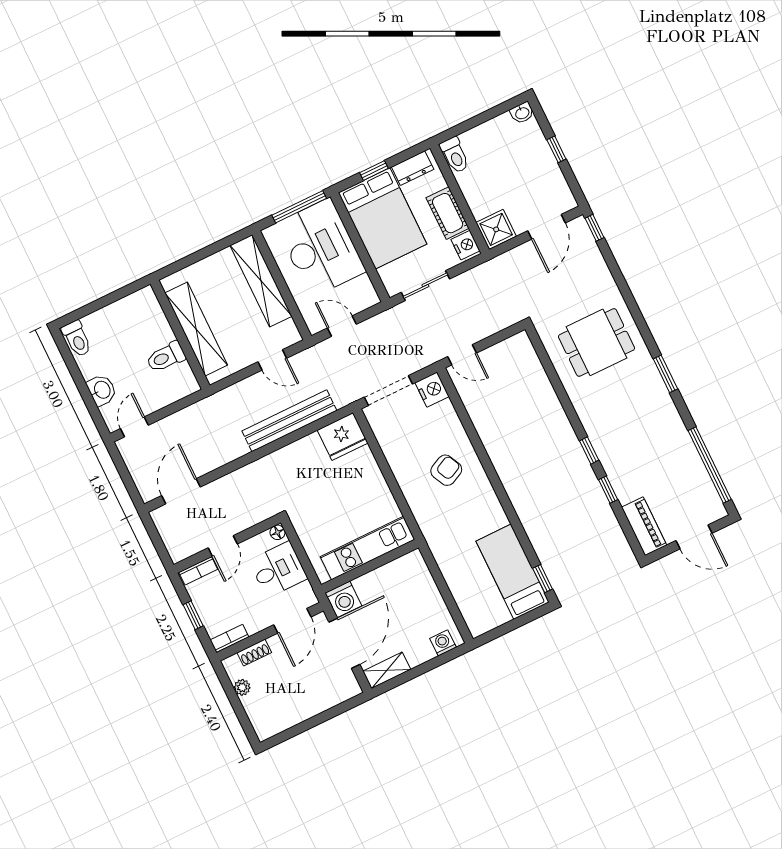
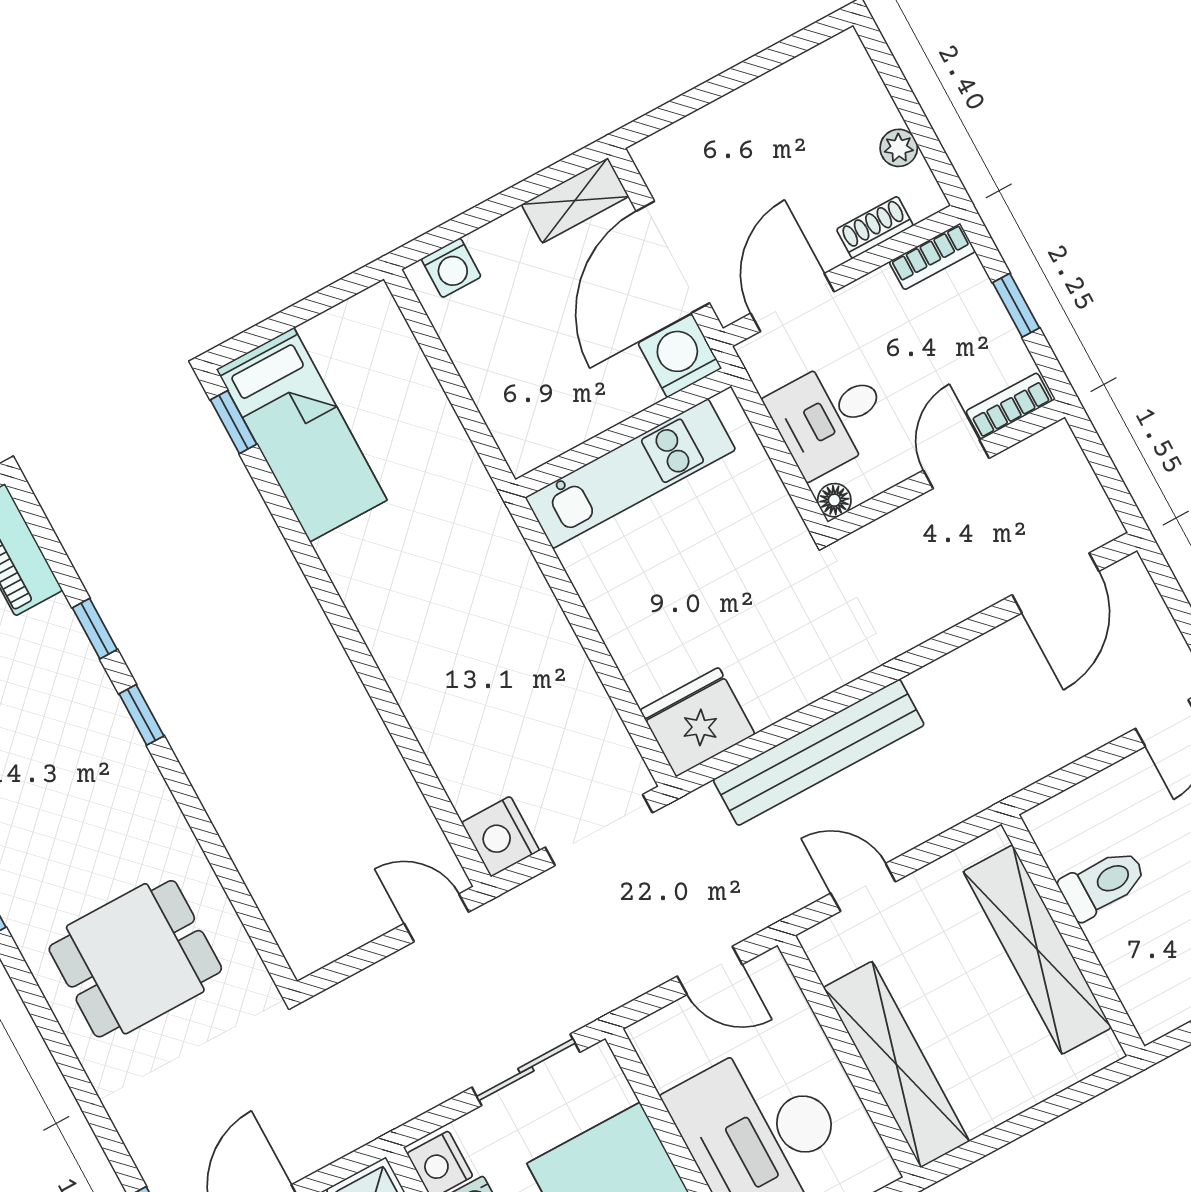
armchair: (446, 470) -> (461, 656), removed

